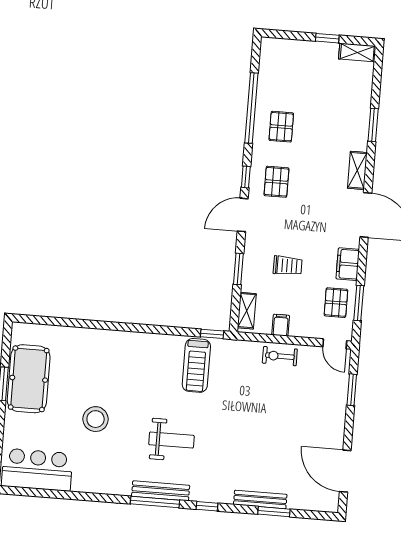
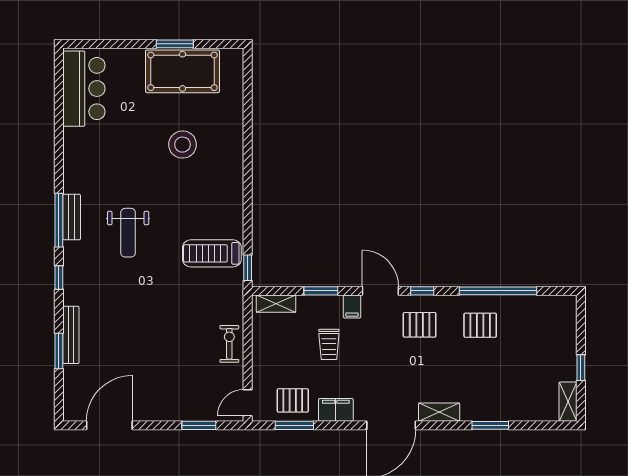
filing cabinet: (281, 325) -> (352, 306), moved, turned 90
stool: (96, 419) -> (182, 145), moved
bench: (161, 491) -> (72, 217), width x0.73

